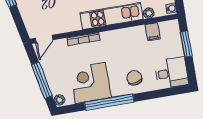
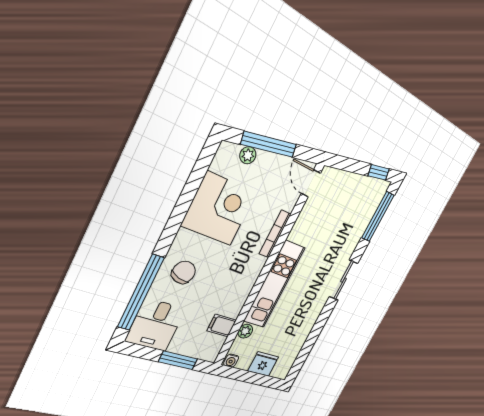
chair: (134, 78) -> (184, 272), turned -61
plant: (59, 100) -> (248, 155), moved
window: (109, 102) -> (141, 292), moved

